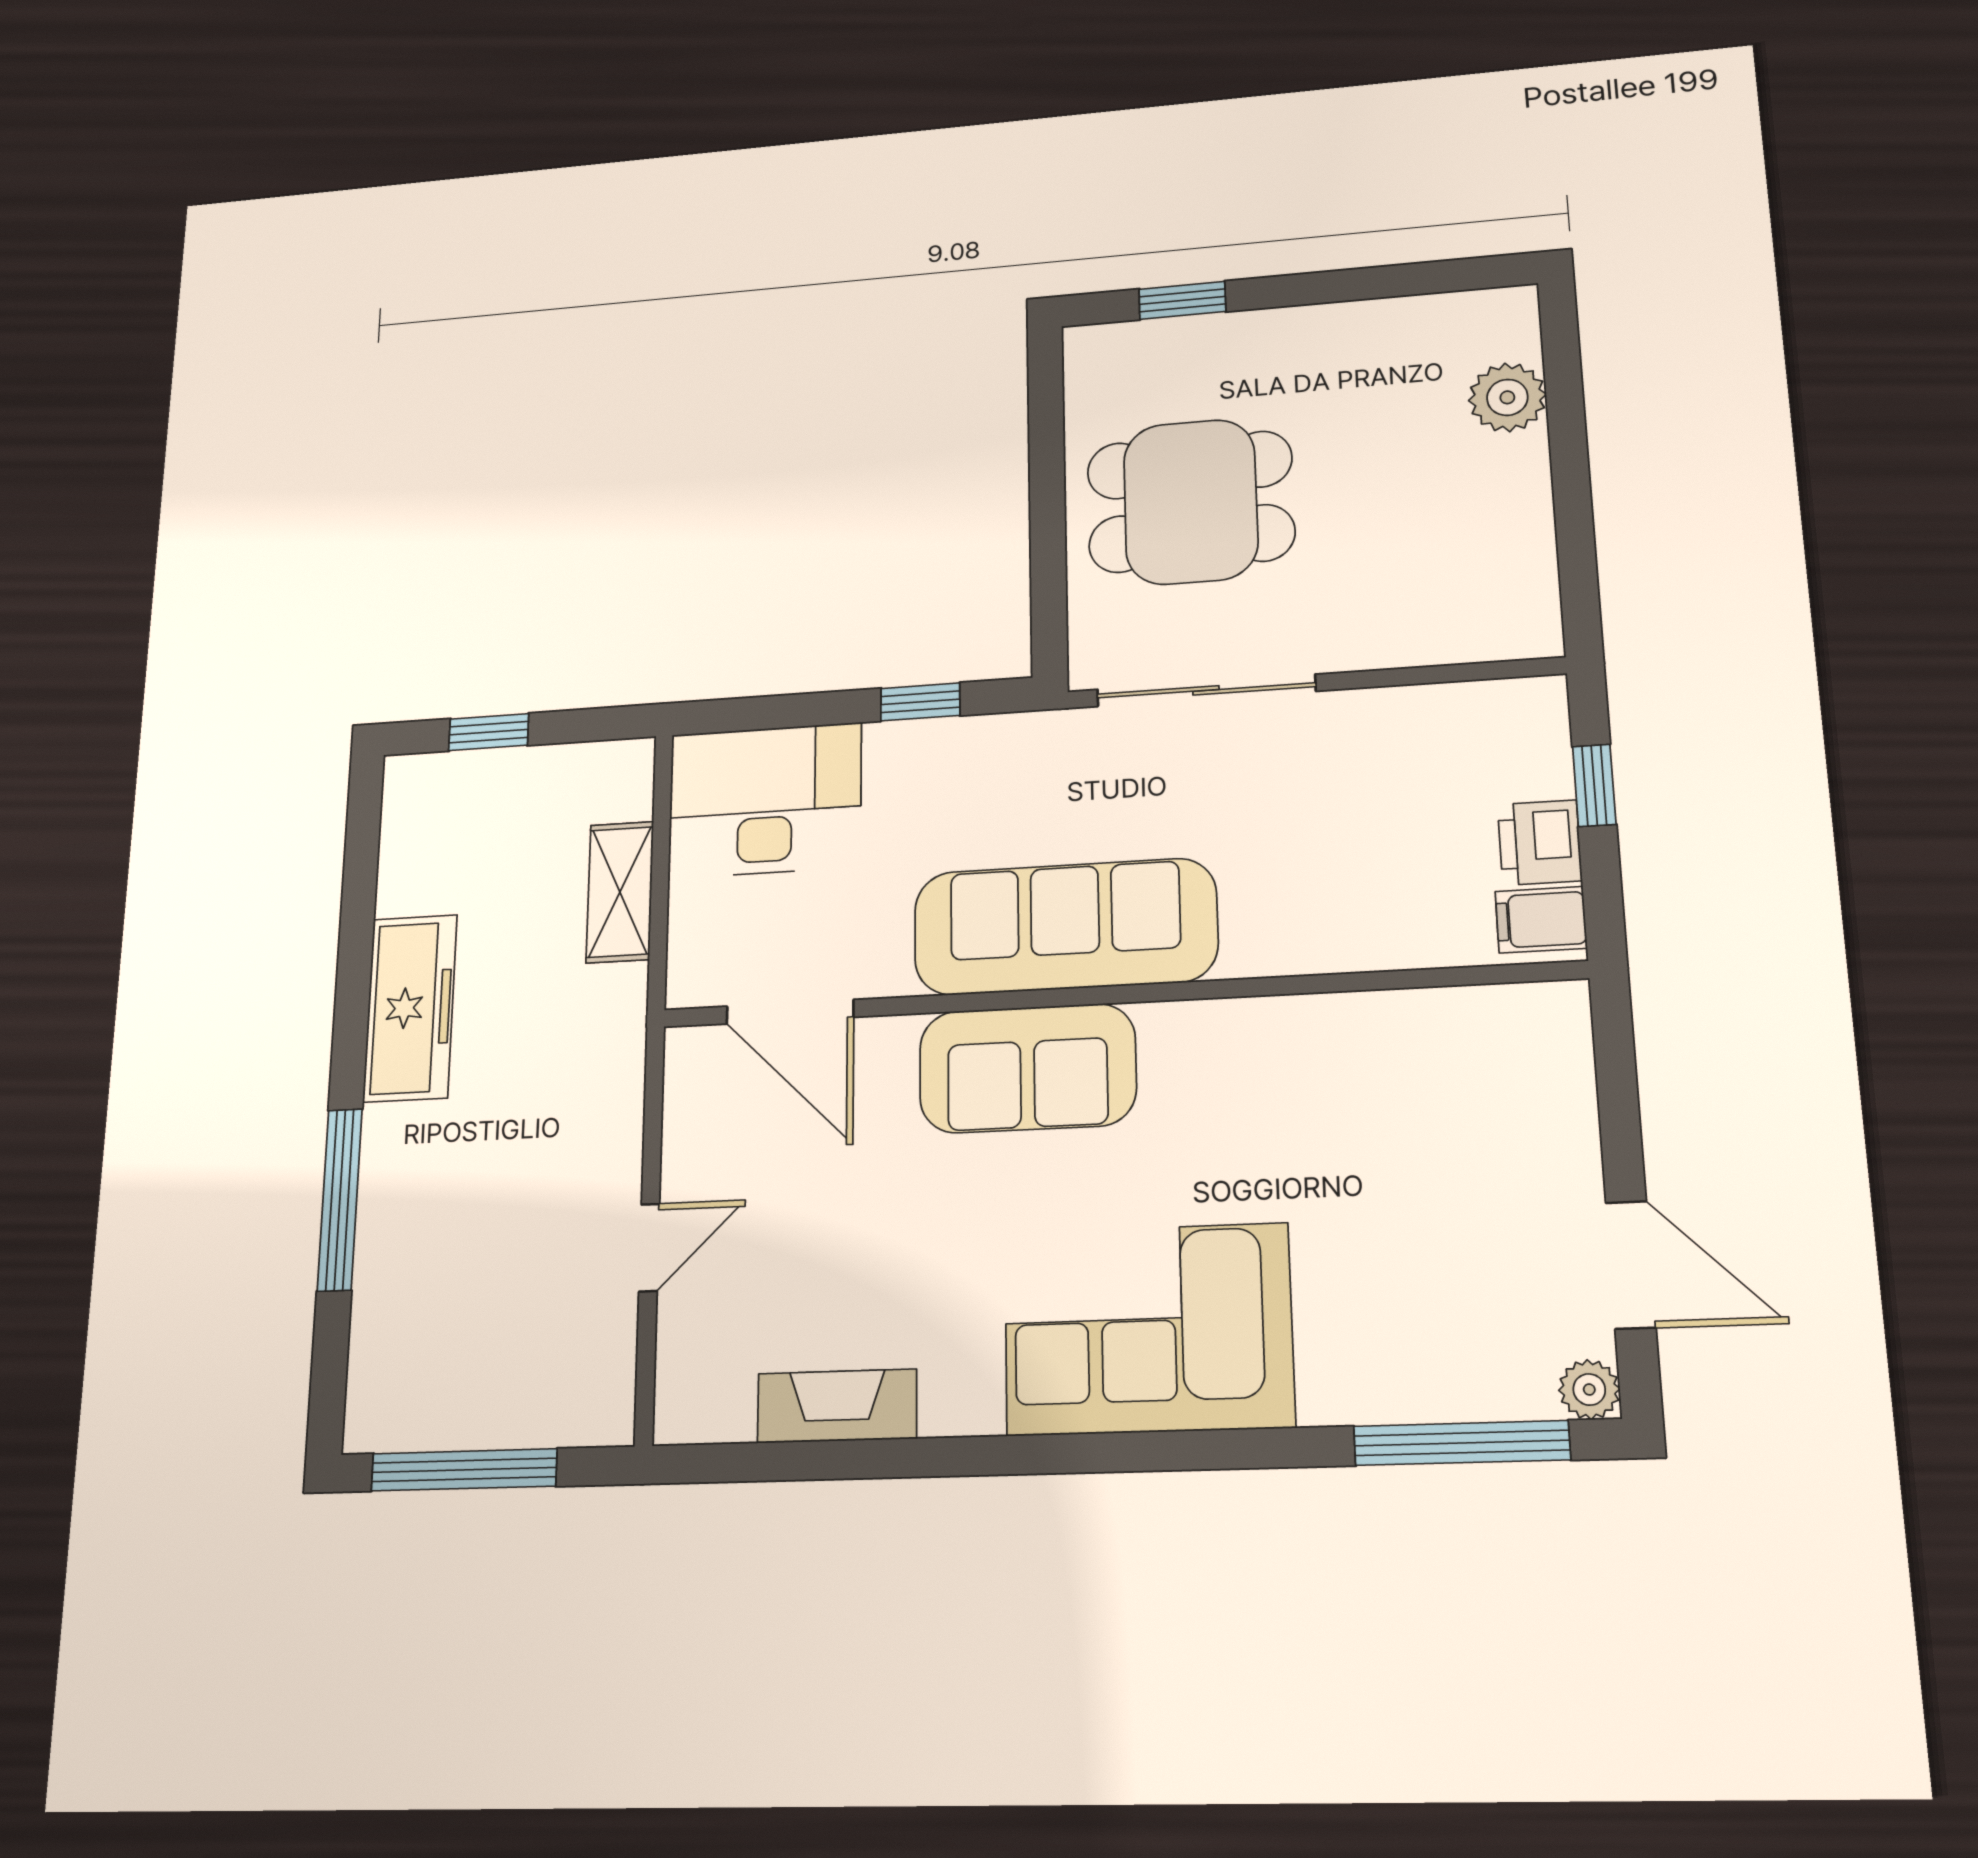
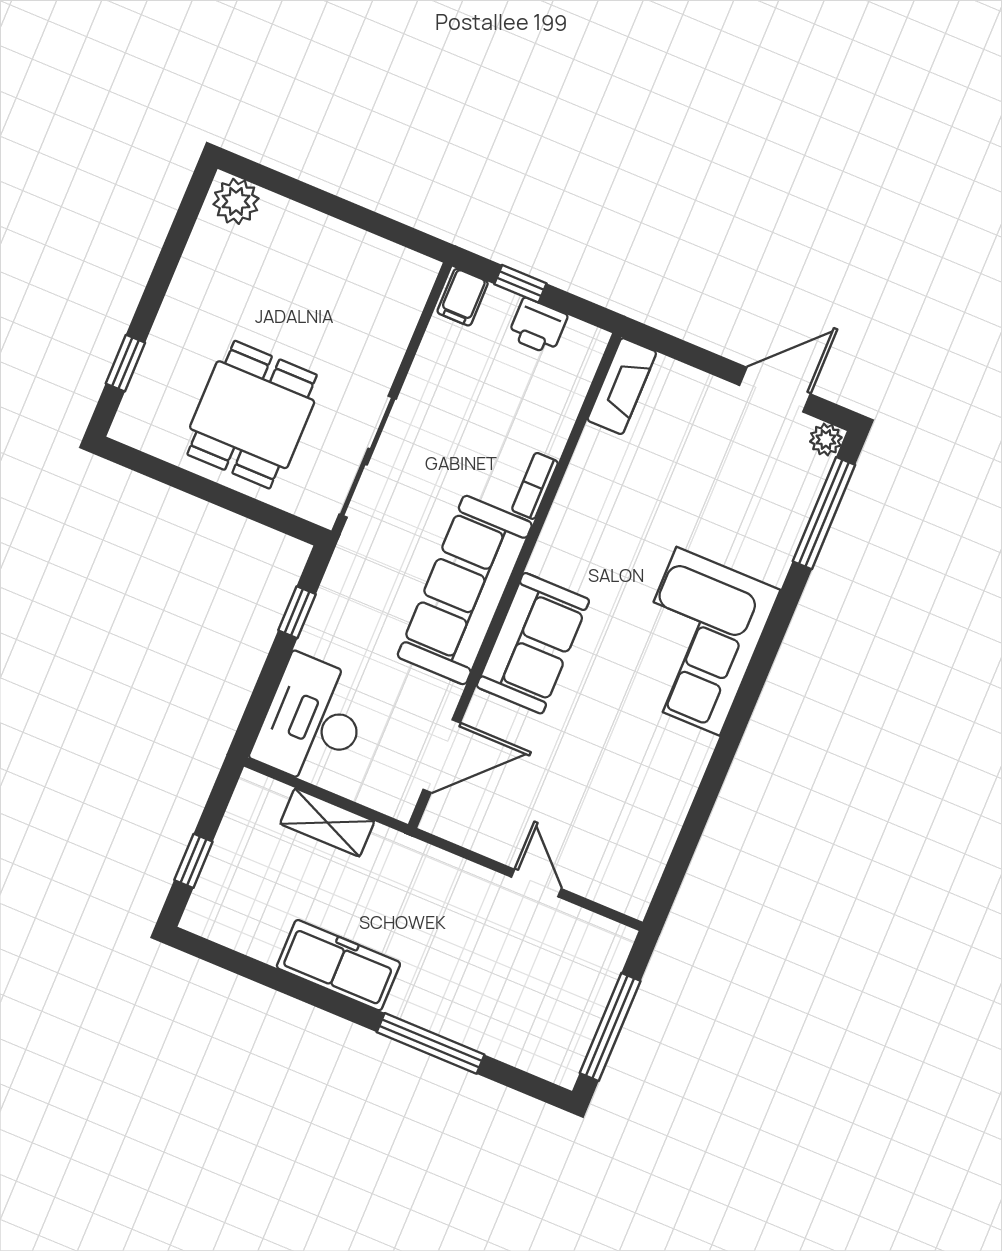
plant: (1507, 397) -> (236, 201), moved
filing cabinet: (1541, 920) -> (463, 297), moved
bookcase: (1280, 956) -> (535, 486), added
fireplace: (837, 1406) -> (622, 386), moved, turned 180

